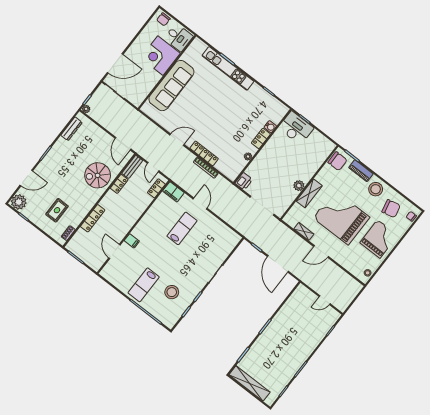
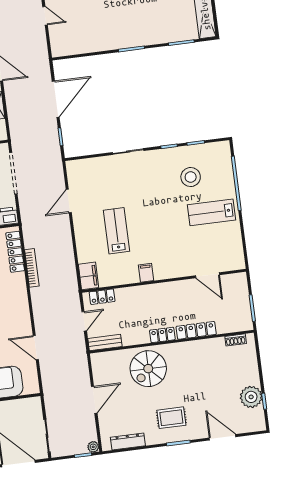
door: (177, 140) -> (36, 348), moved
door: (123, 144) -> (94, 400), moved
locker: (204, 153) -> (15, 252), moved
spiral stairs: (98, 175) -> (148, 369), turned 90
locker: (119, 184) -> (162, 335), moved
plant: (19, 202) -> (251, 397), moved
door: (200, 204) -> (69, 201), moved
rug: (57, 210) -> (171, 418), moved
lab bench: (182, 228) -> (117, 231), turned 90
filing cabinet: (132, 241) -> (146, 273), moved
door: (114, 251) -> (208, 275), hinge flipped
lab bench: (144, 285) -> (212, 212), turned 180

